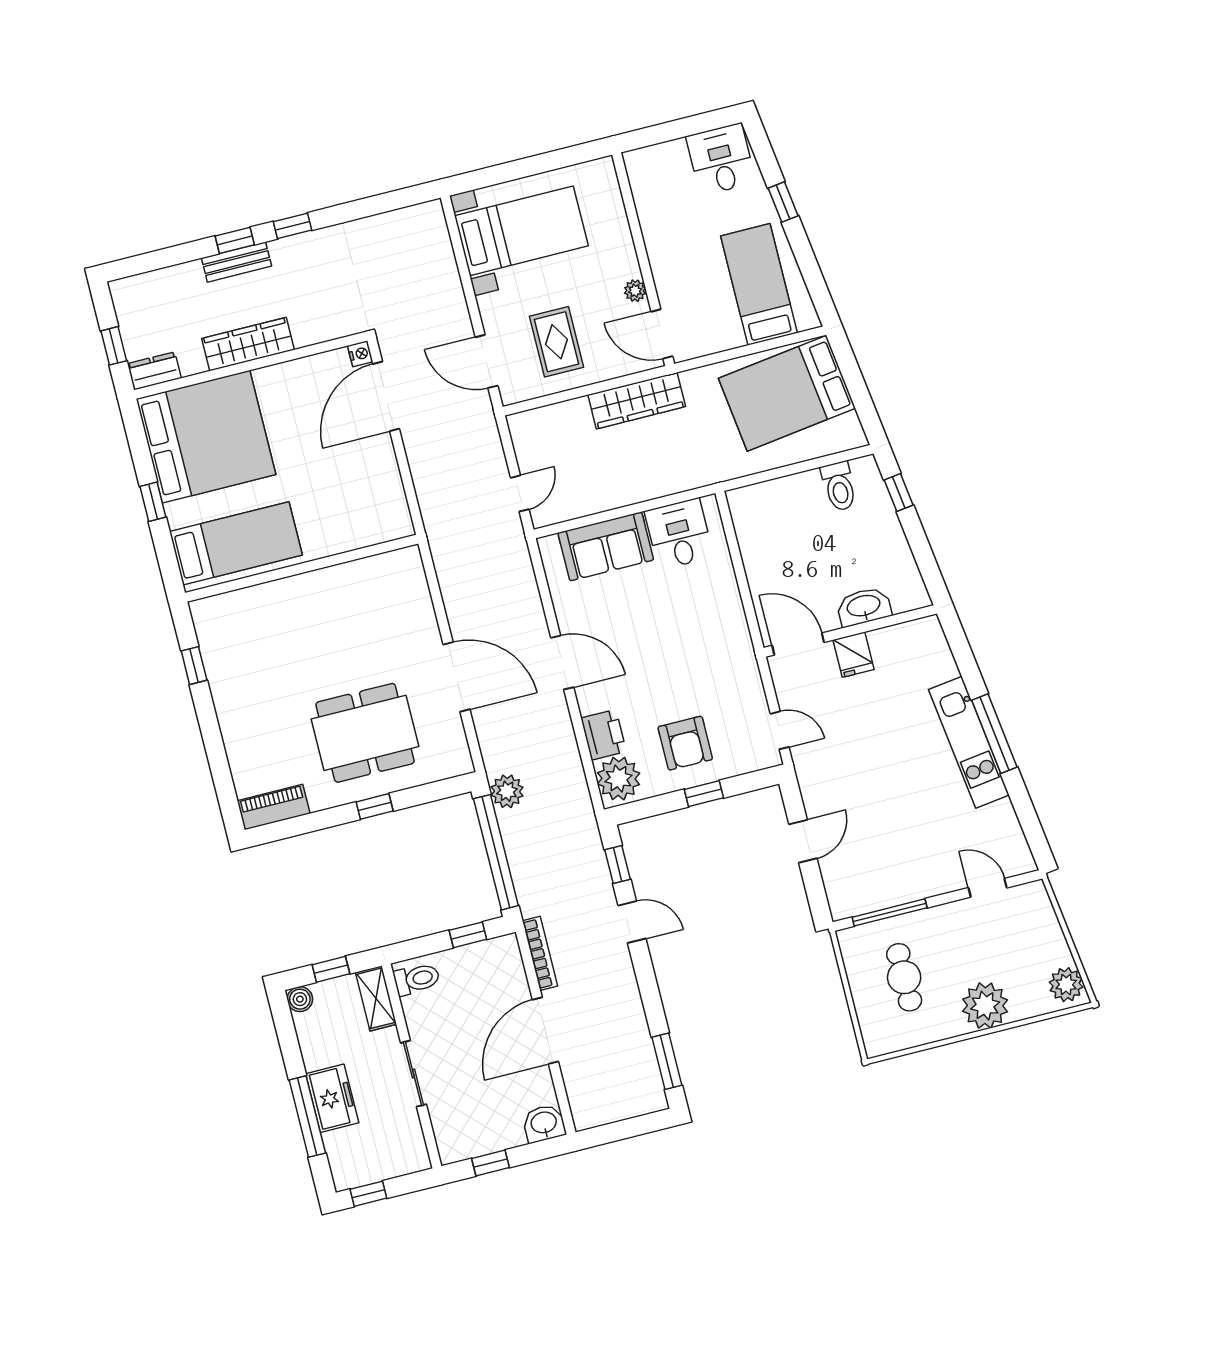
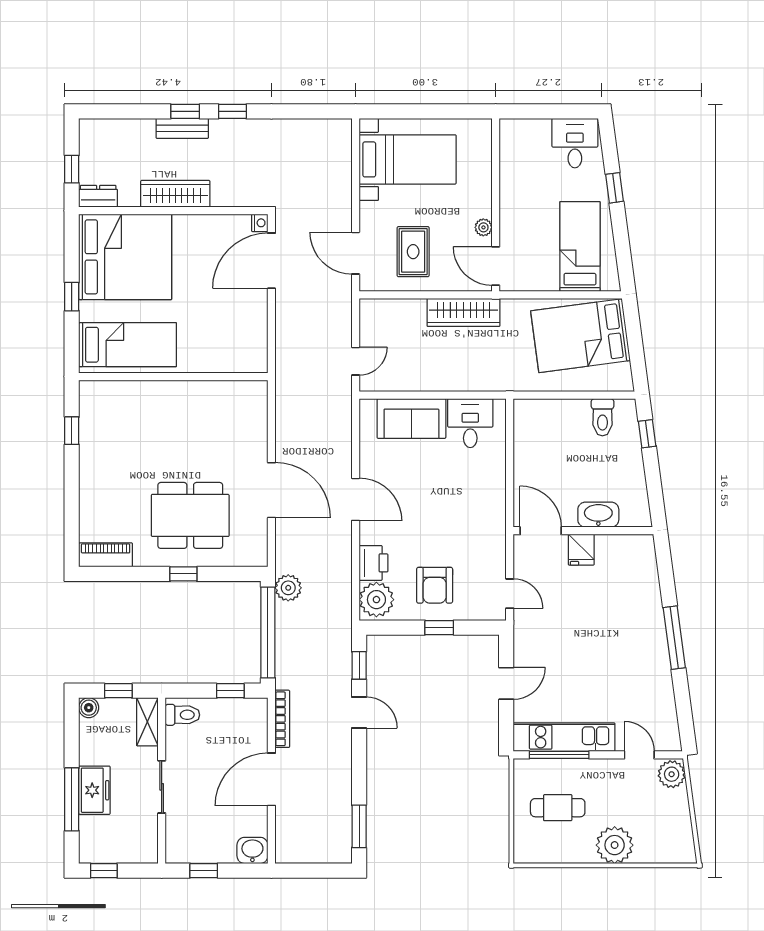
kitchen unit: (969, 742) -> (564, 737), moved, turned 98
cafe table: (904, 977) -> (558, 808), turned 90
plant: (1066, 985) -> (672, 774), moved

